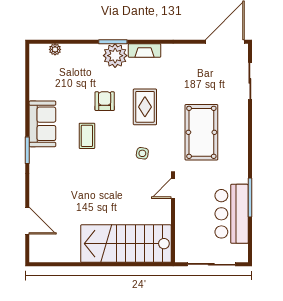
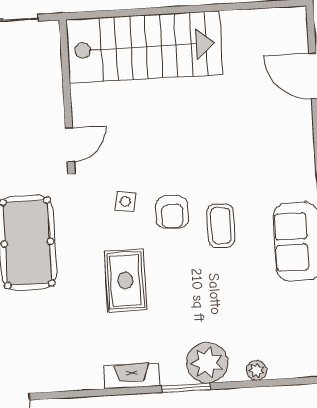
plant: (55, 49) -> (257, 370), moved
plant: (115, 56) -> (207, 363), moved
armchair: (105, 101) -> (172, 212), moved

